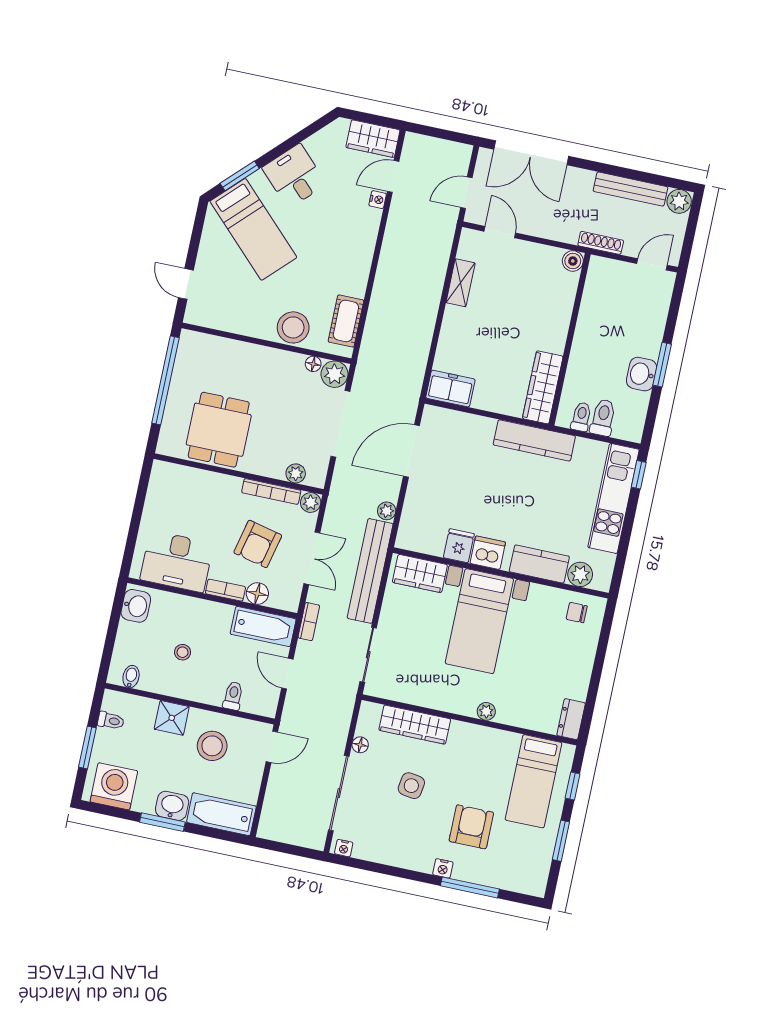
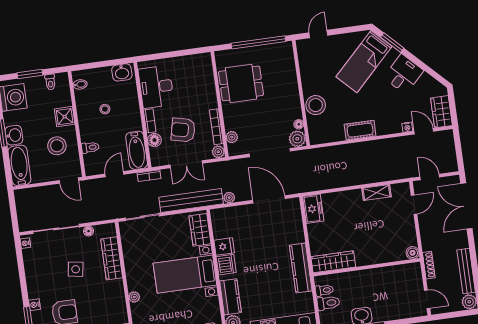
cot: (346, 321) -> (360, 130), moved

